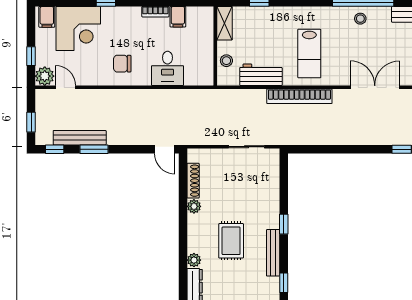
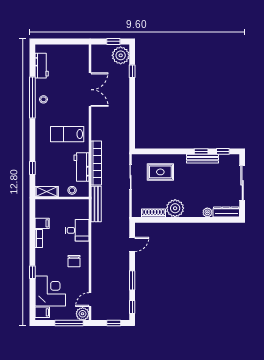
lab bench: (309, 53) -> (67, 134), turned 180
window: (31, 56) -> (69, 323), width x2.17
double door: (375, 87) -> (90, 90), swing flipped
bookcase: (299, 96) -> (96, 163), moved
bench: (80, 138) -> (96, 204), moved
door: (165, 149) -> (132, 244), moved
plant: (194, 206) -> (175, 208), width x1.87, depth x1.87
window: (284, 224) -> (201, 151), moved
rug: (231, 241) -> (160, 172), moved

